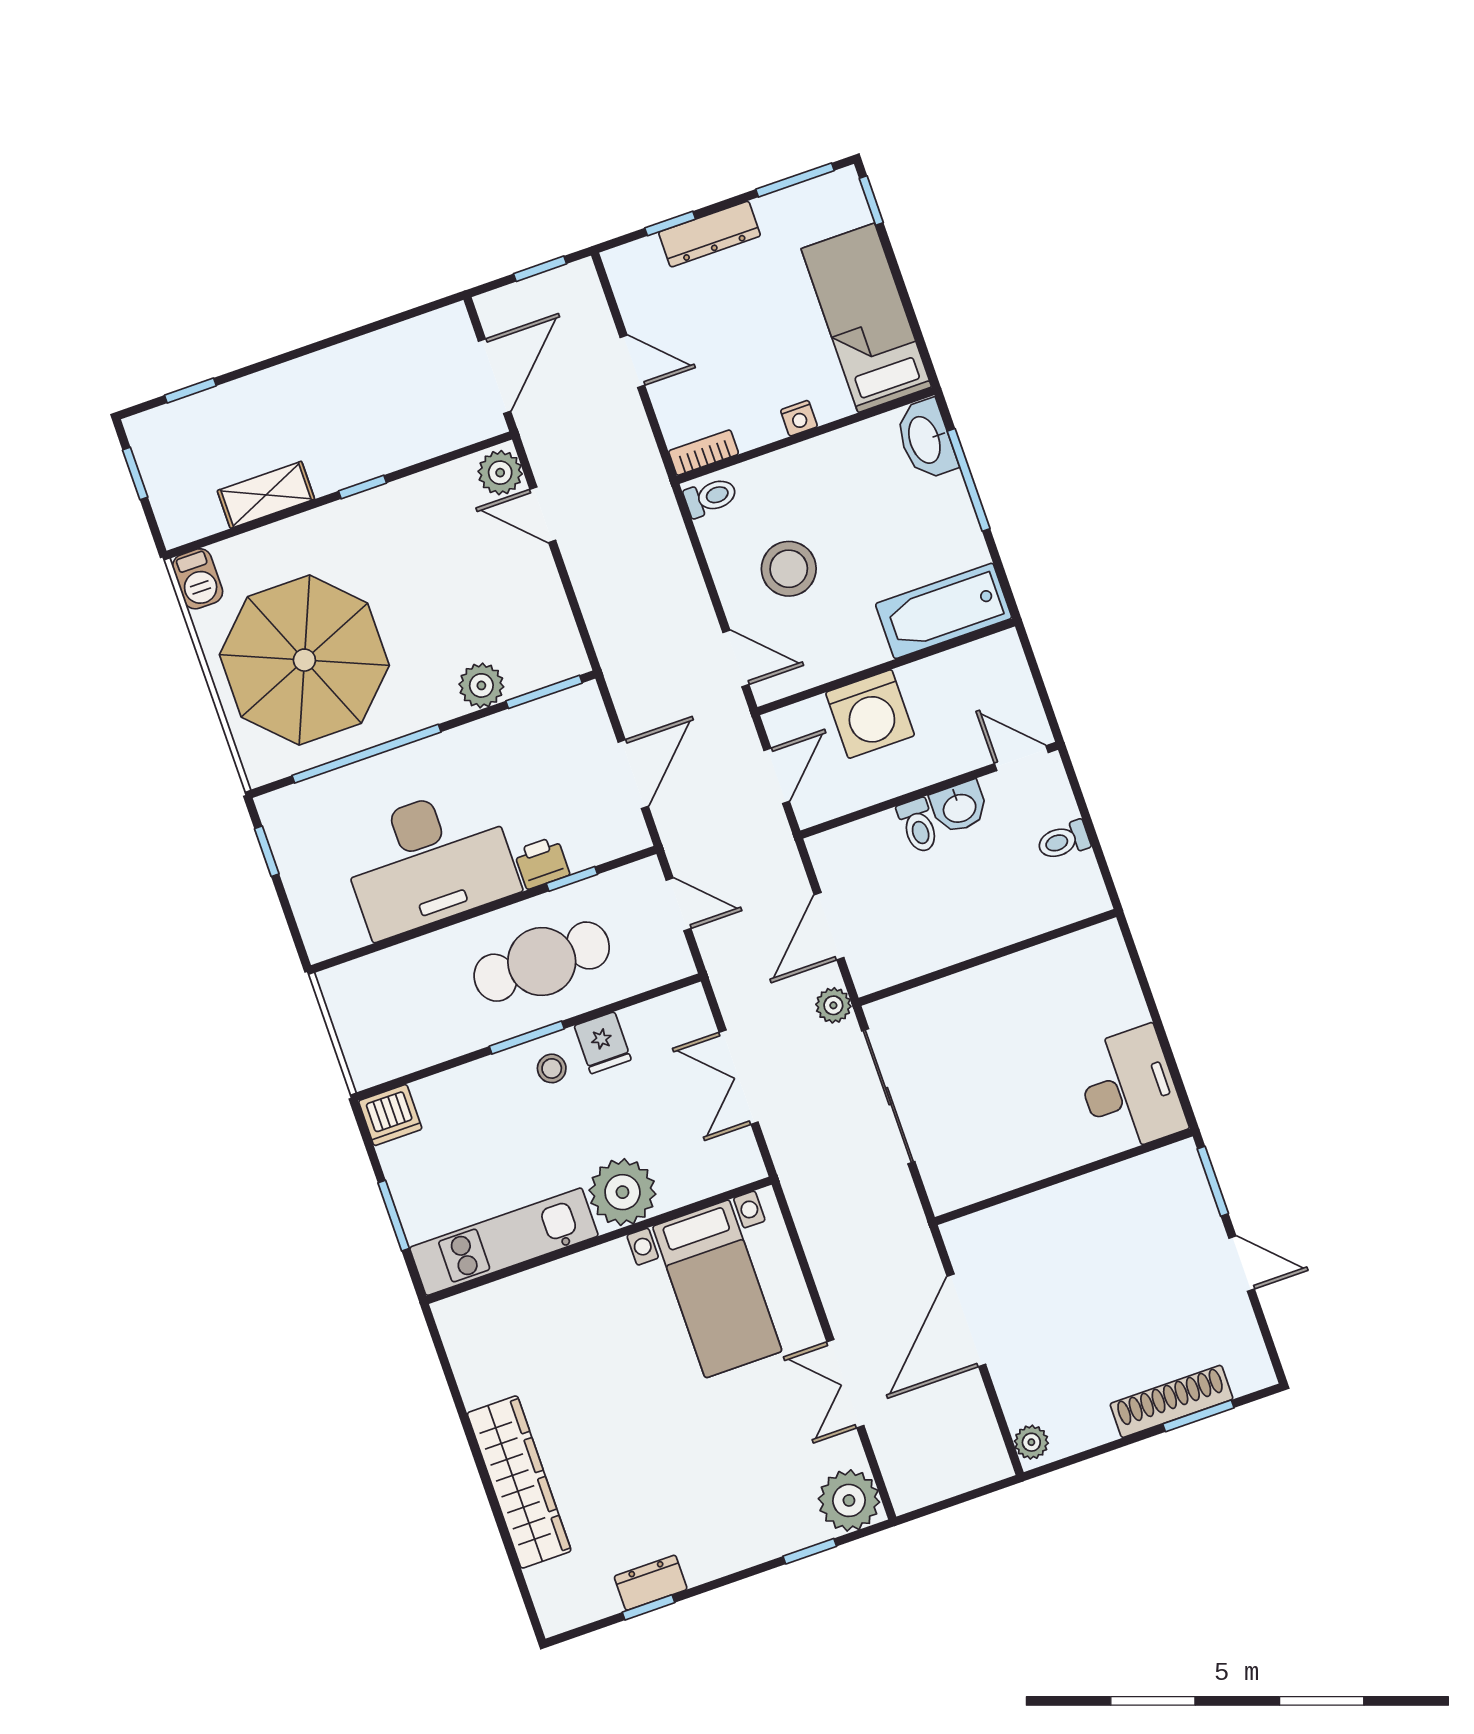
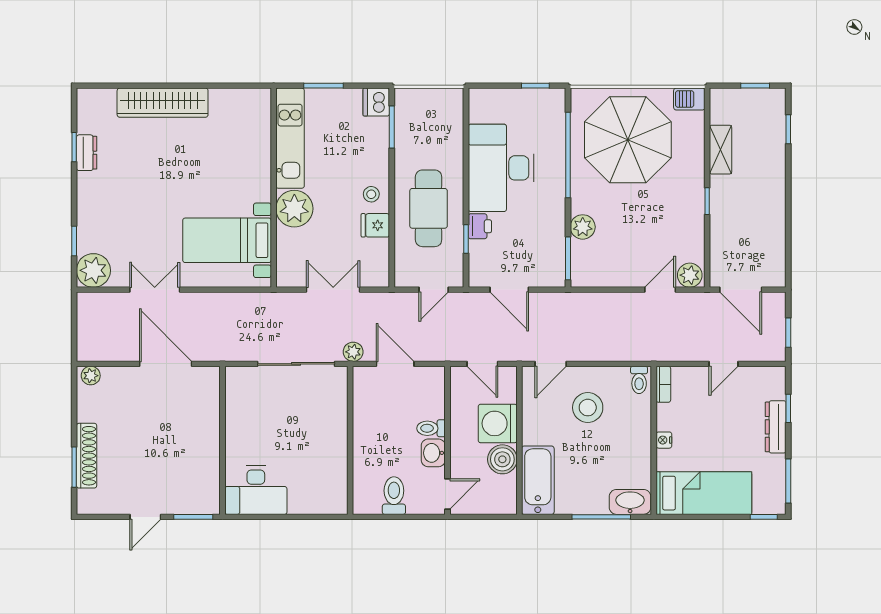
boiler: (929, 684) -> (502, 459), added
toilet: (1063, 841) -> (394, 496), width x1.37, depth x1.39
window: (527, 1038) -> (392, 127), moved

